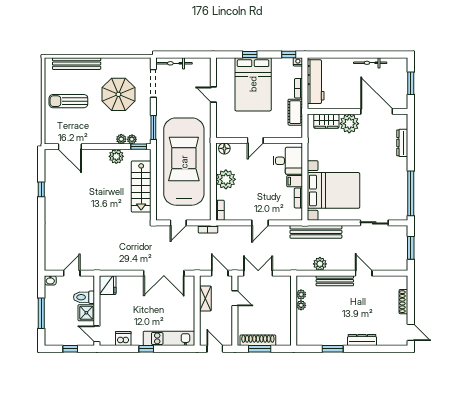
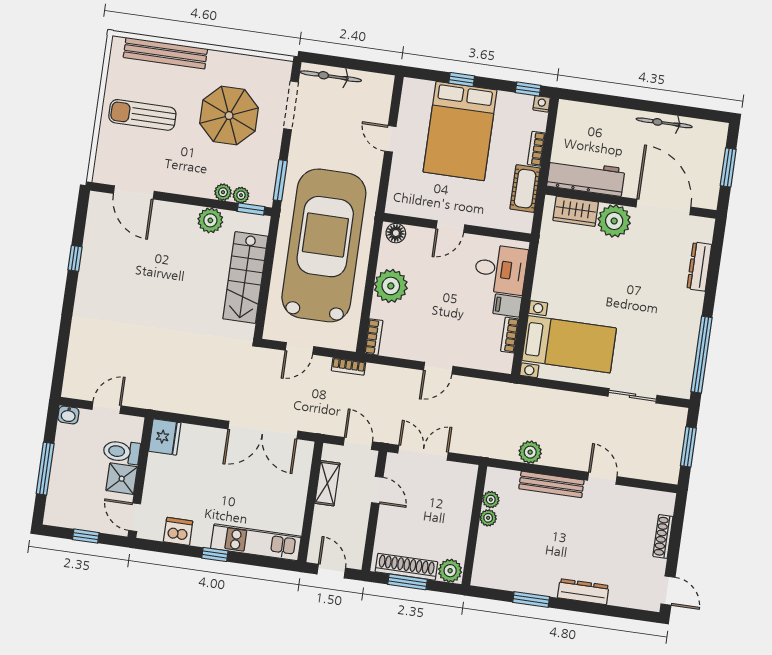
workbench: (316, 82) -> (586, 177), moved, turned -90
bed with nightstands: (333, 190) -> (569, 344), width x0.73
bench: (316, 232) -> (531, 397), removed
plant: (283, 339) -> (450, 571), added

